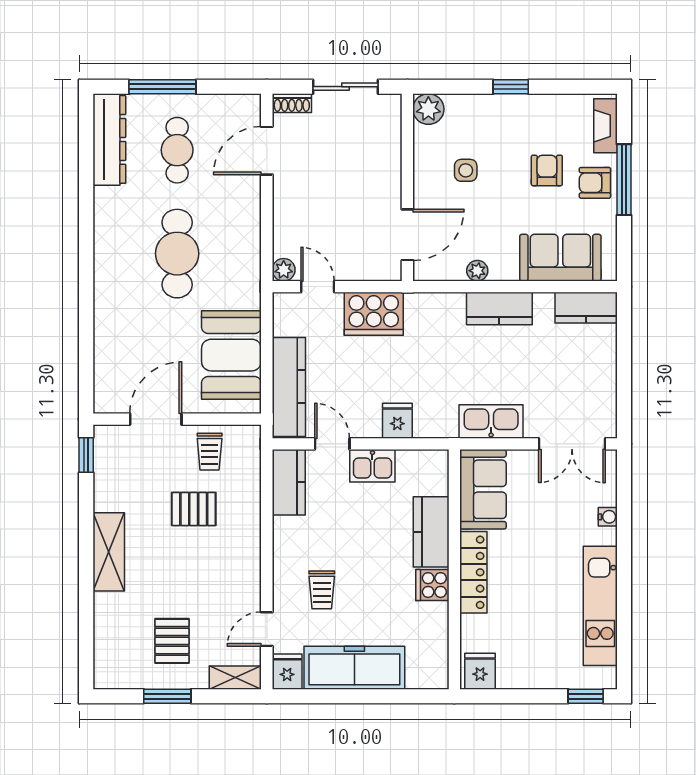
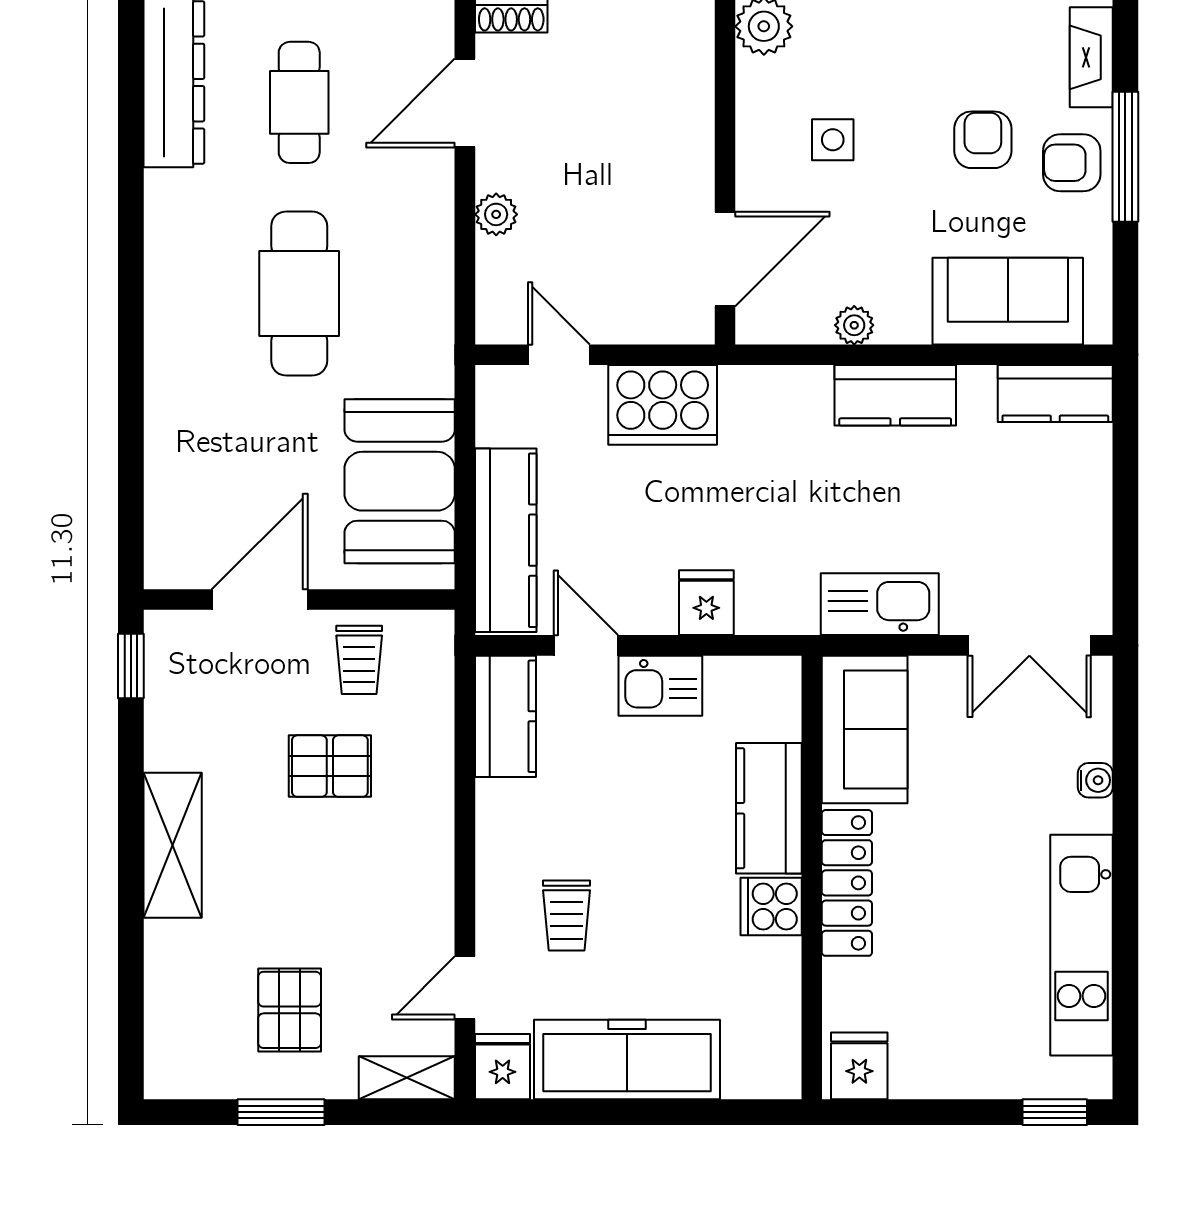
plant: (284, 270) -> (496, 214), moved

